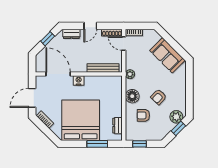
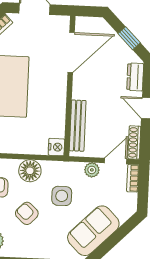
plant: (130, 74) -> (92, 170), moved
side table: (147, 76) -> (62, 196), added
nightstand: (79, 80) -> (56, 147), moved

